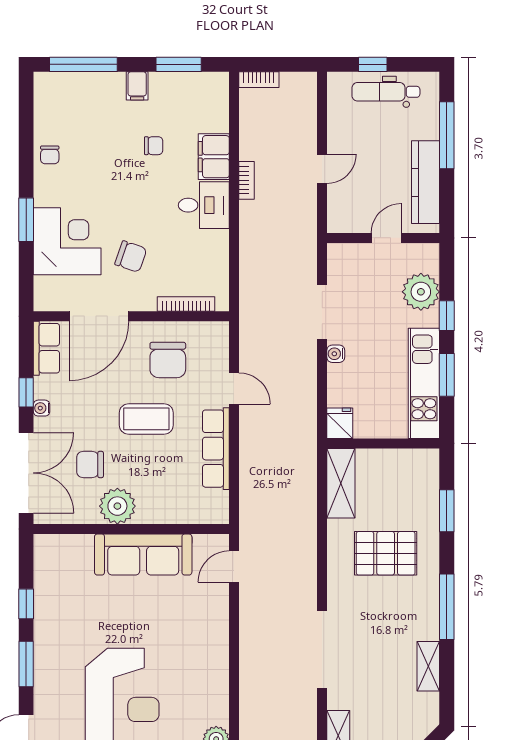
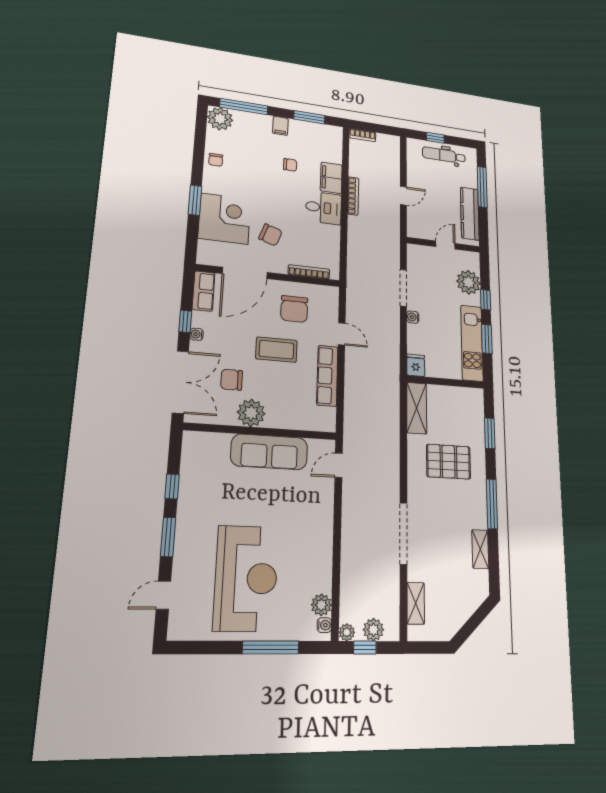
plant: (52, 90) -> (220, 119), added
bookcase: (246, 180) -> (353, 196), width x1.56

